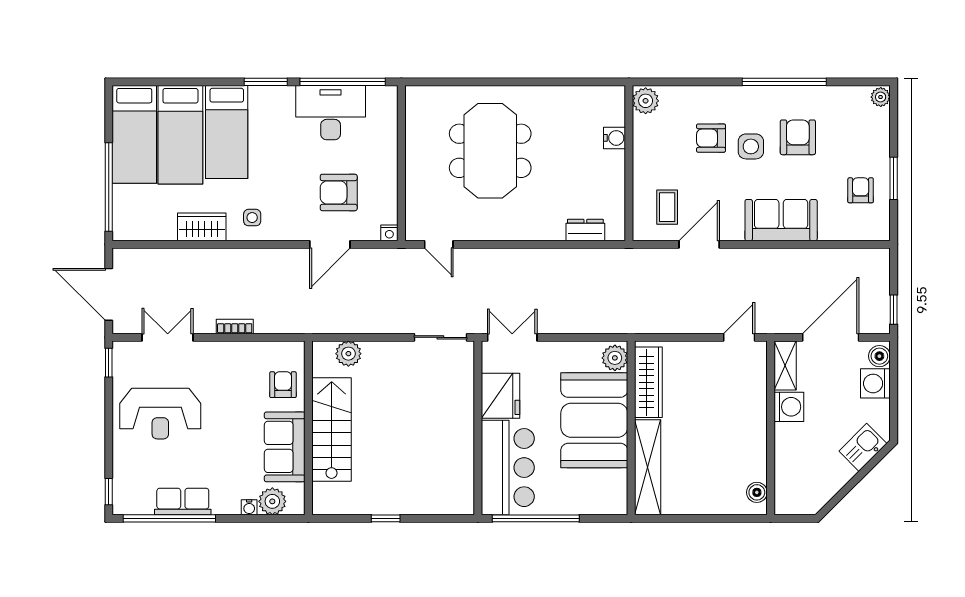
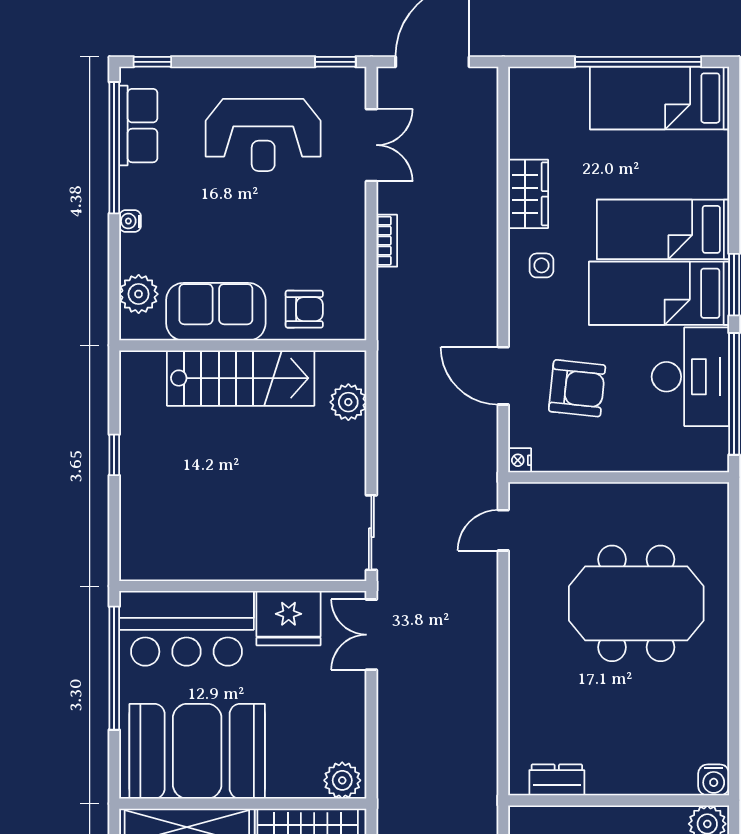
bed: (180, 135) -> (659, 293), moved
water cooler: (615, 138) -> (714, 780), moved
window: (109, 187) -> (638, 62), moved
armchair: (339, 192) -> (577, 388), turned 96
dresser: (585, 230) -> (557, 780), moved, turned -90
double door: (512, 337) -> (371, 635), swing flipped
reception desk: (160, 414) -> (263, 135), turned -90
booth: (594, 420) -> (197, 751), moved
row of seats: (183, 502) -> (138, 126), moved
water cooler: (249, 507) -> (130, 221), moved

